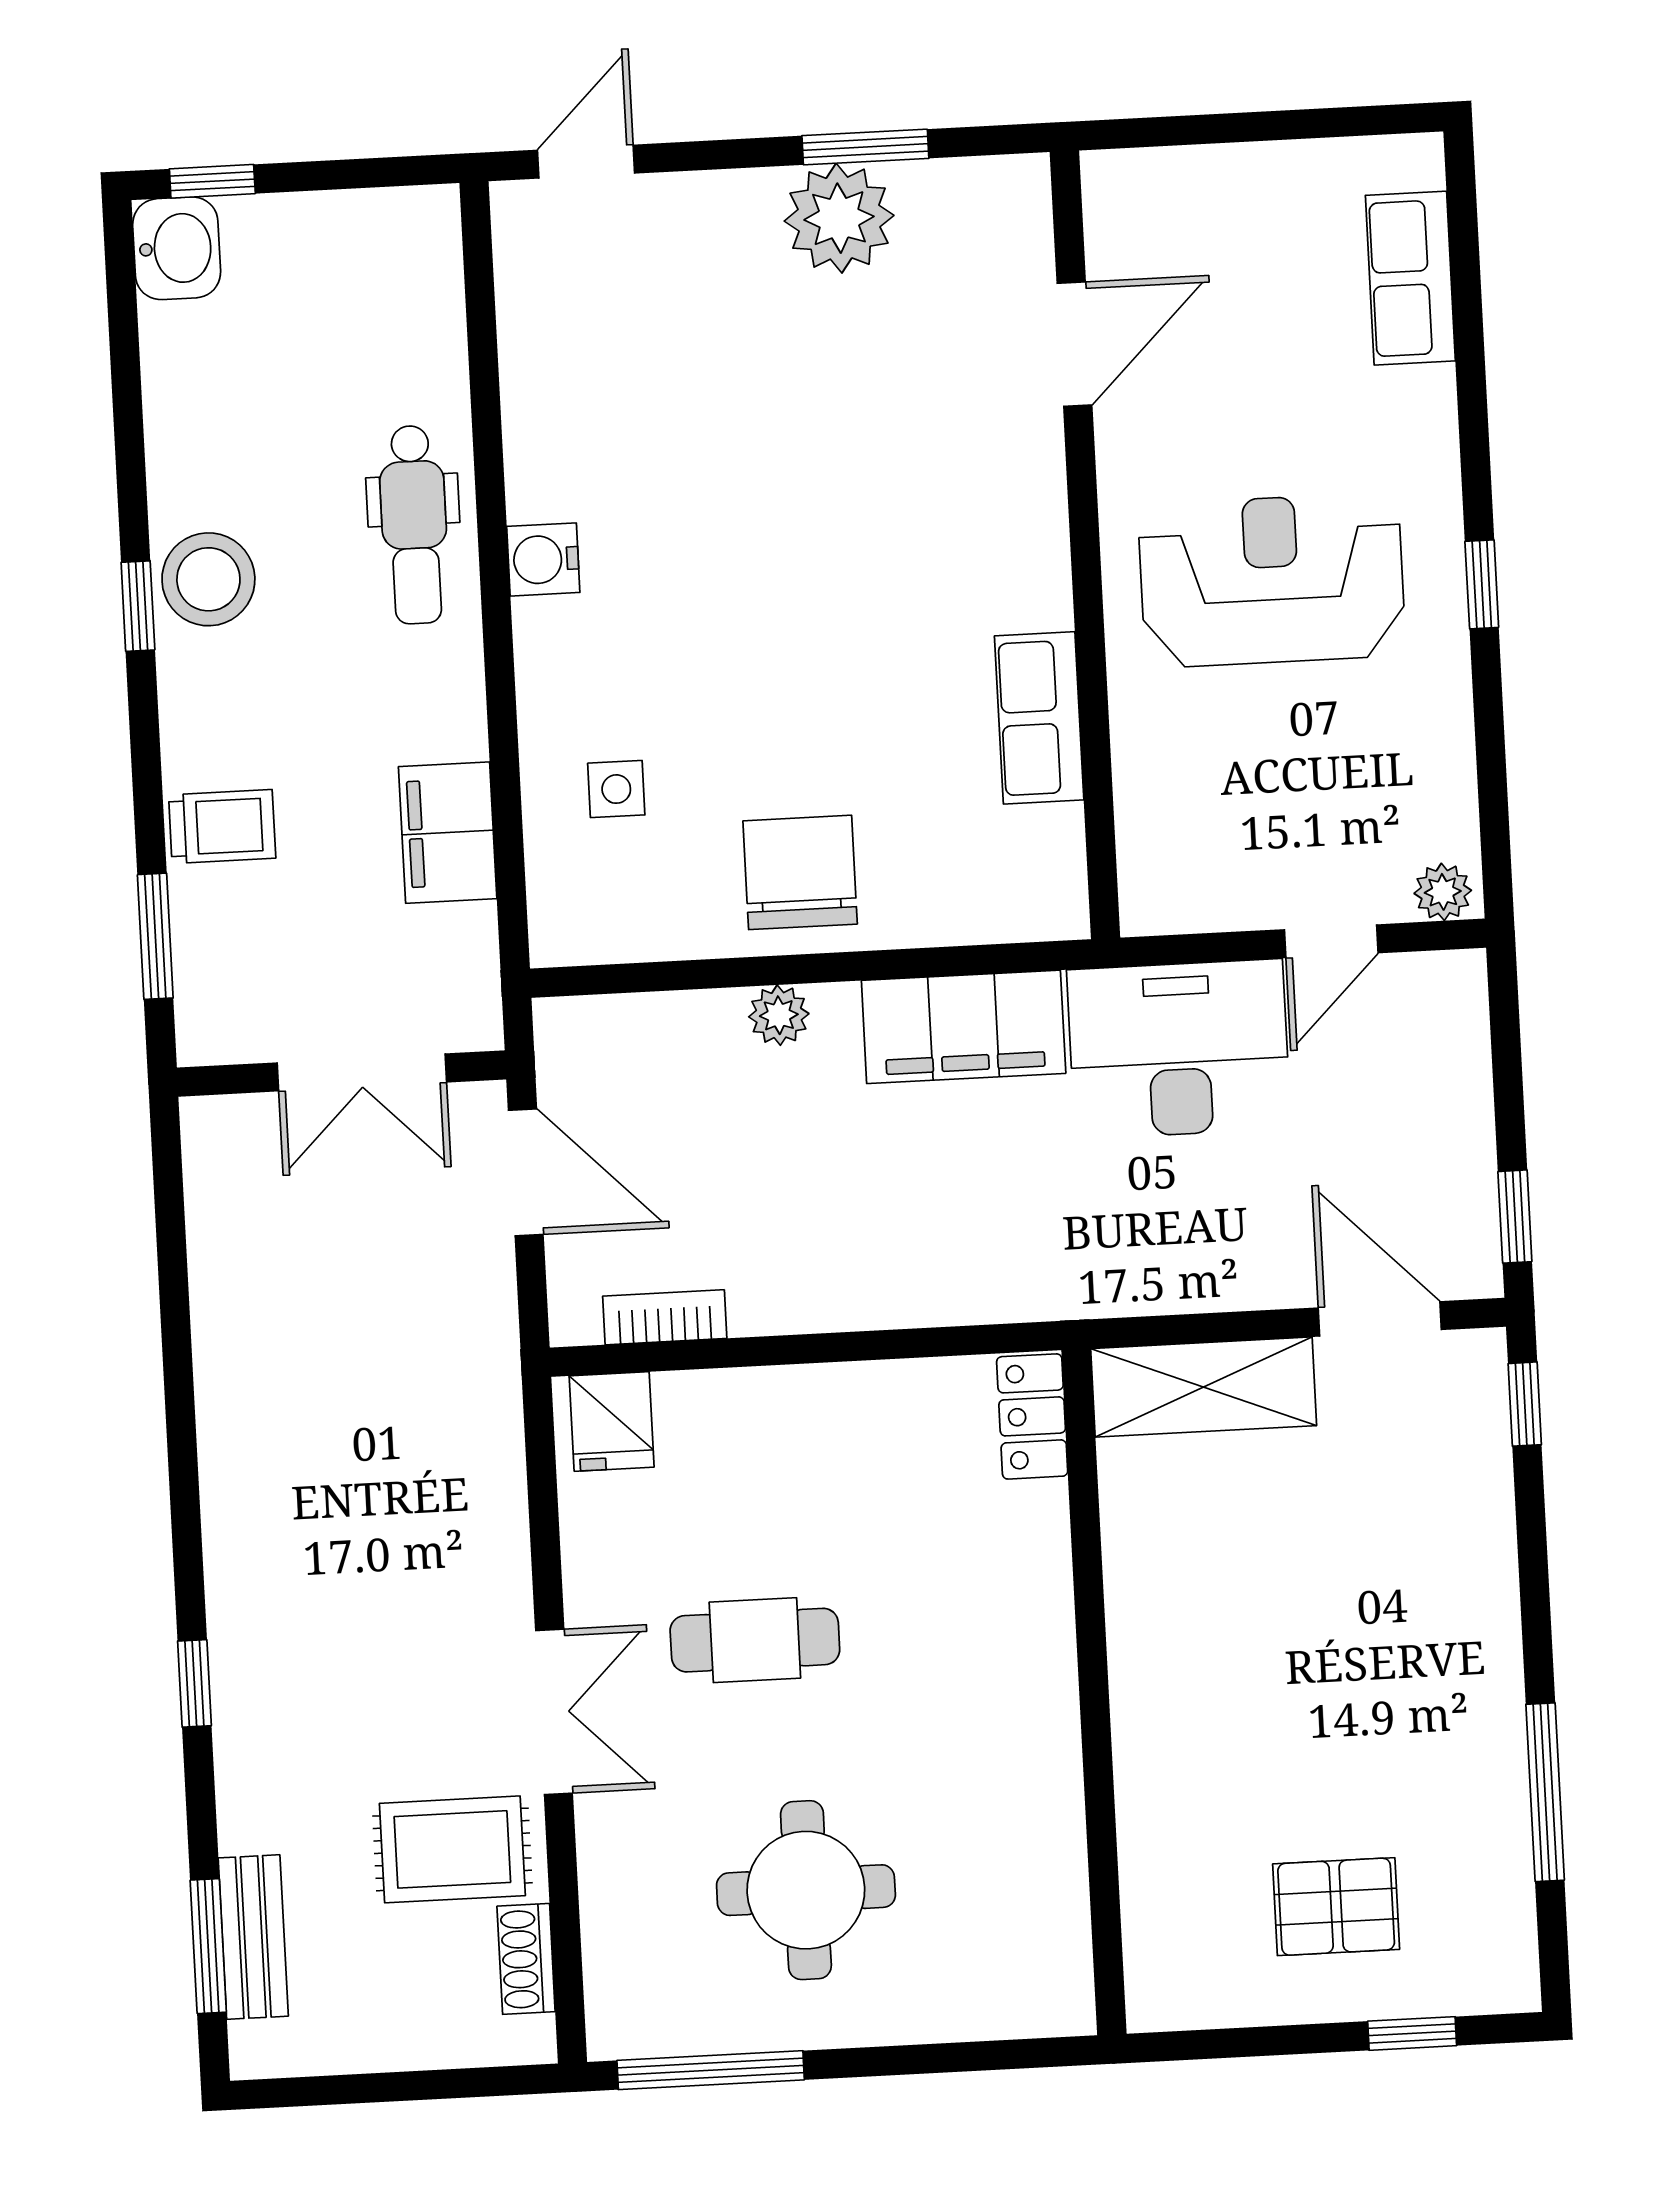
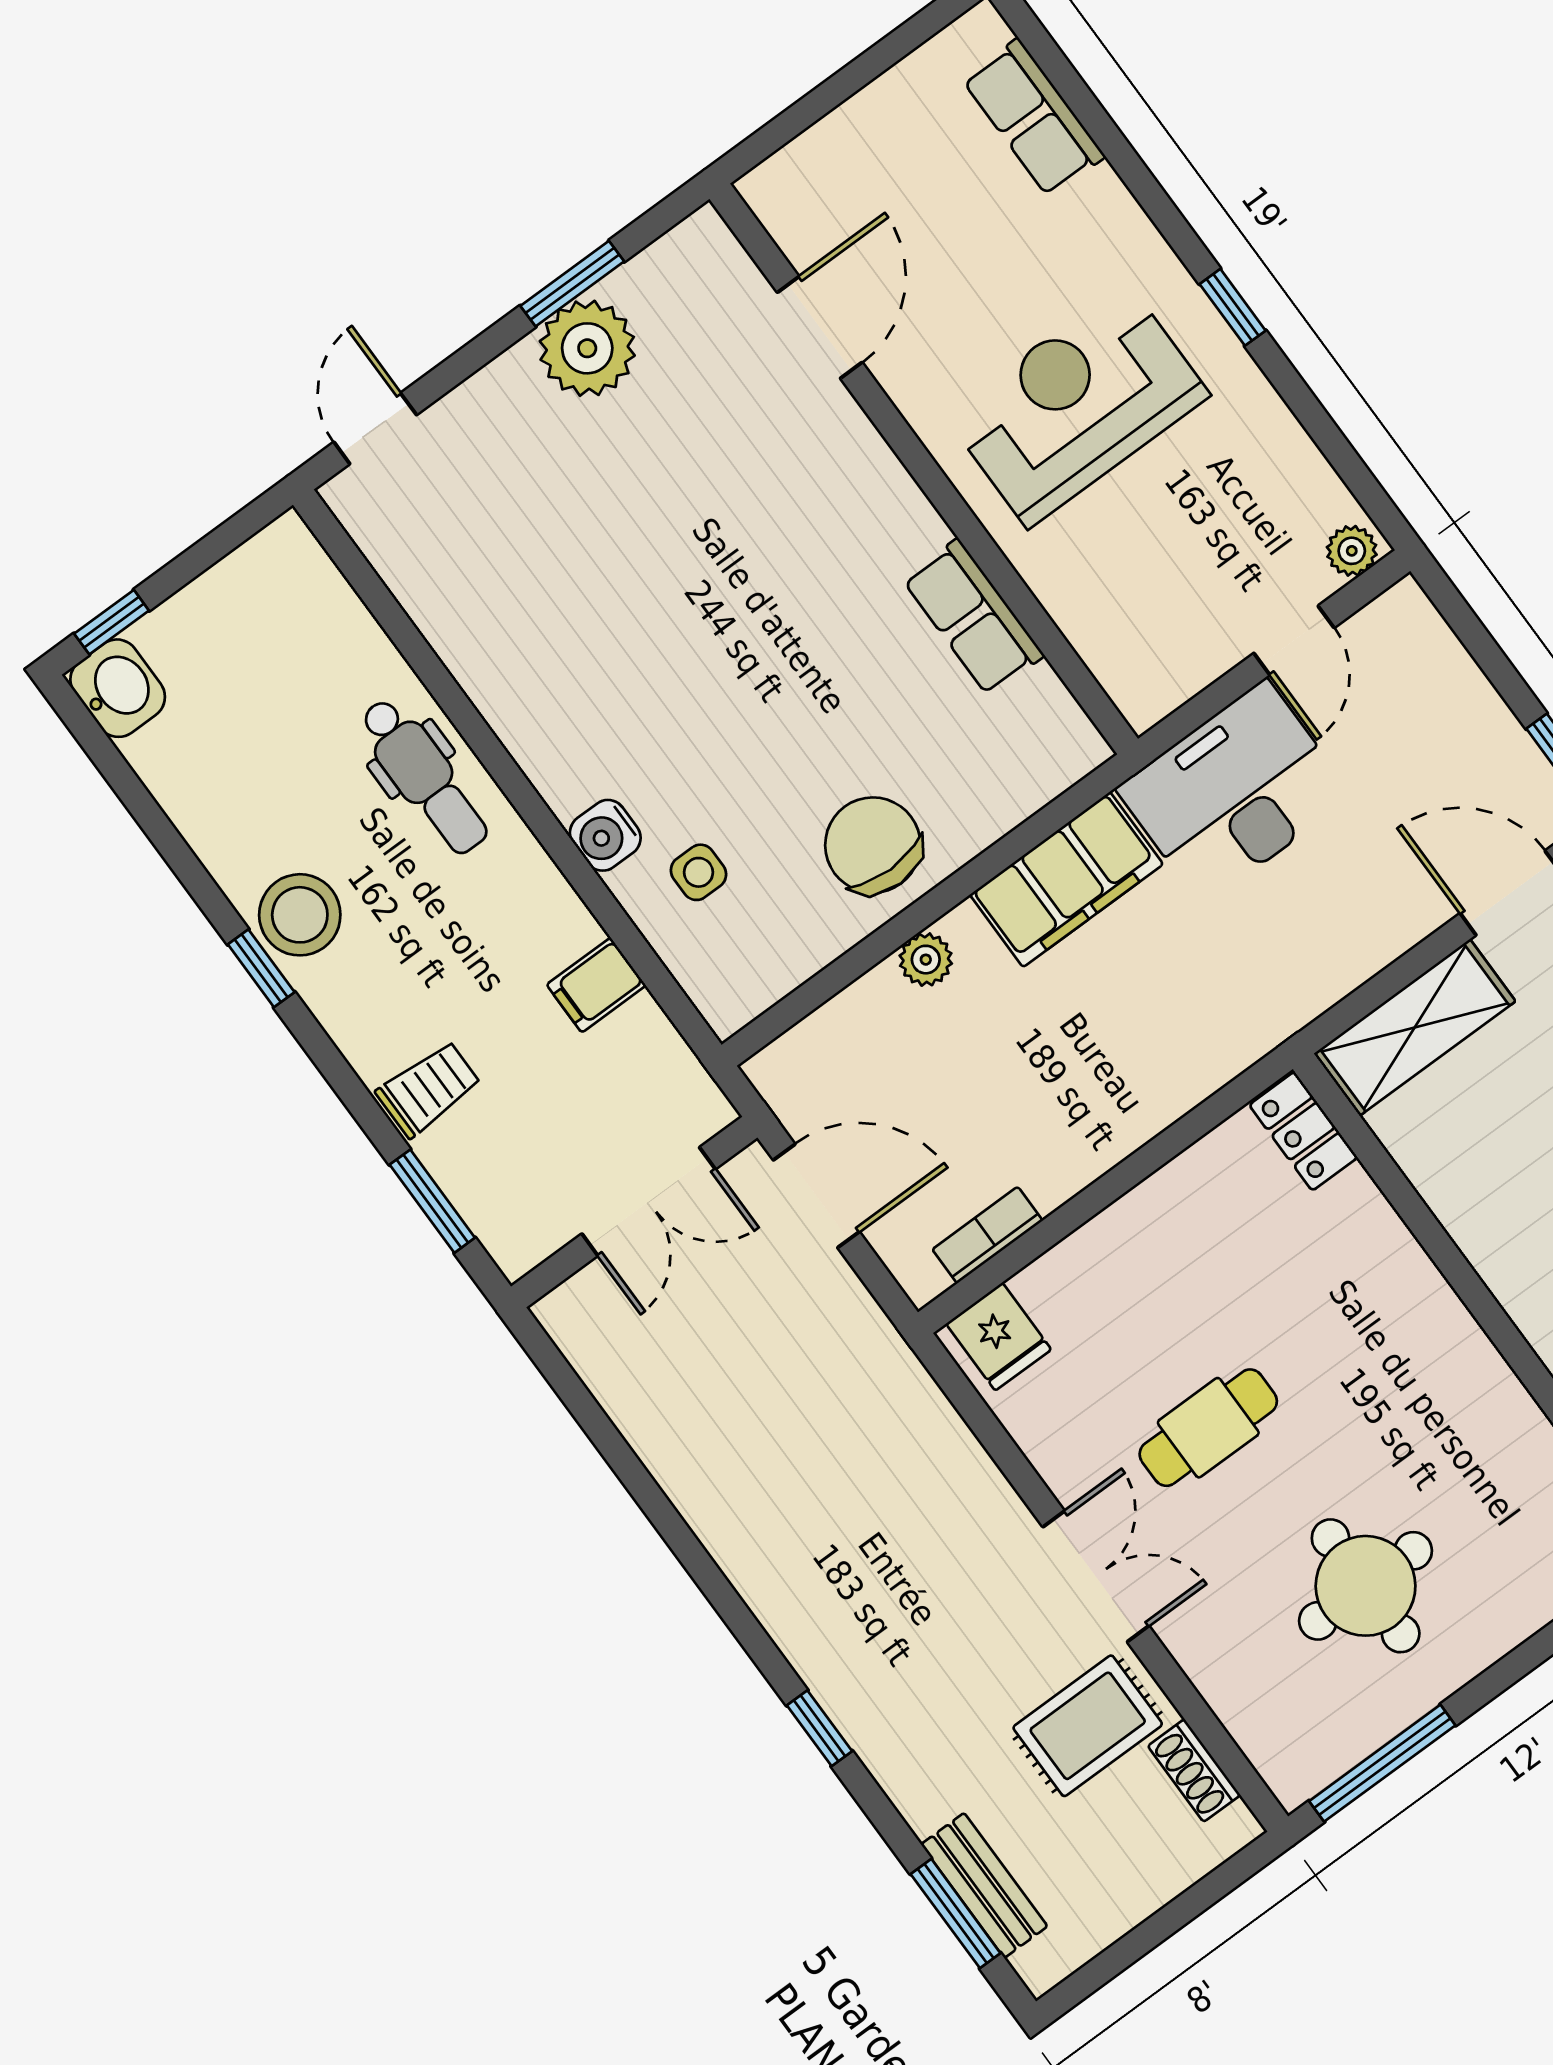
water cooler: (543, 559) -> (605, 835), moved
filing cabinet: (448, 833) -> (596, 985), width x0.50

